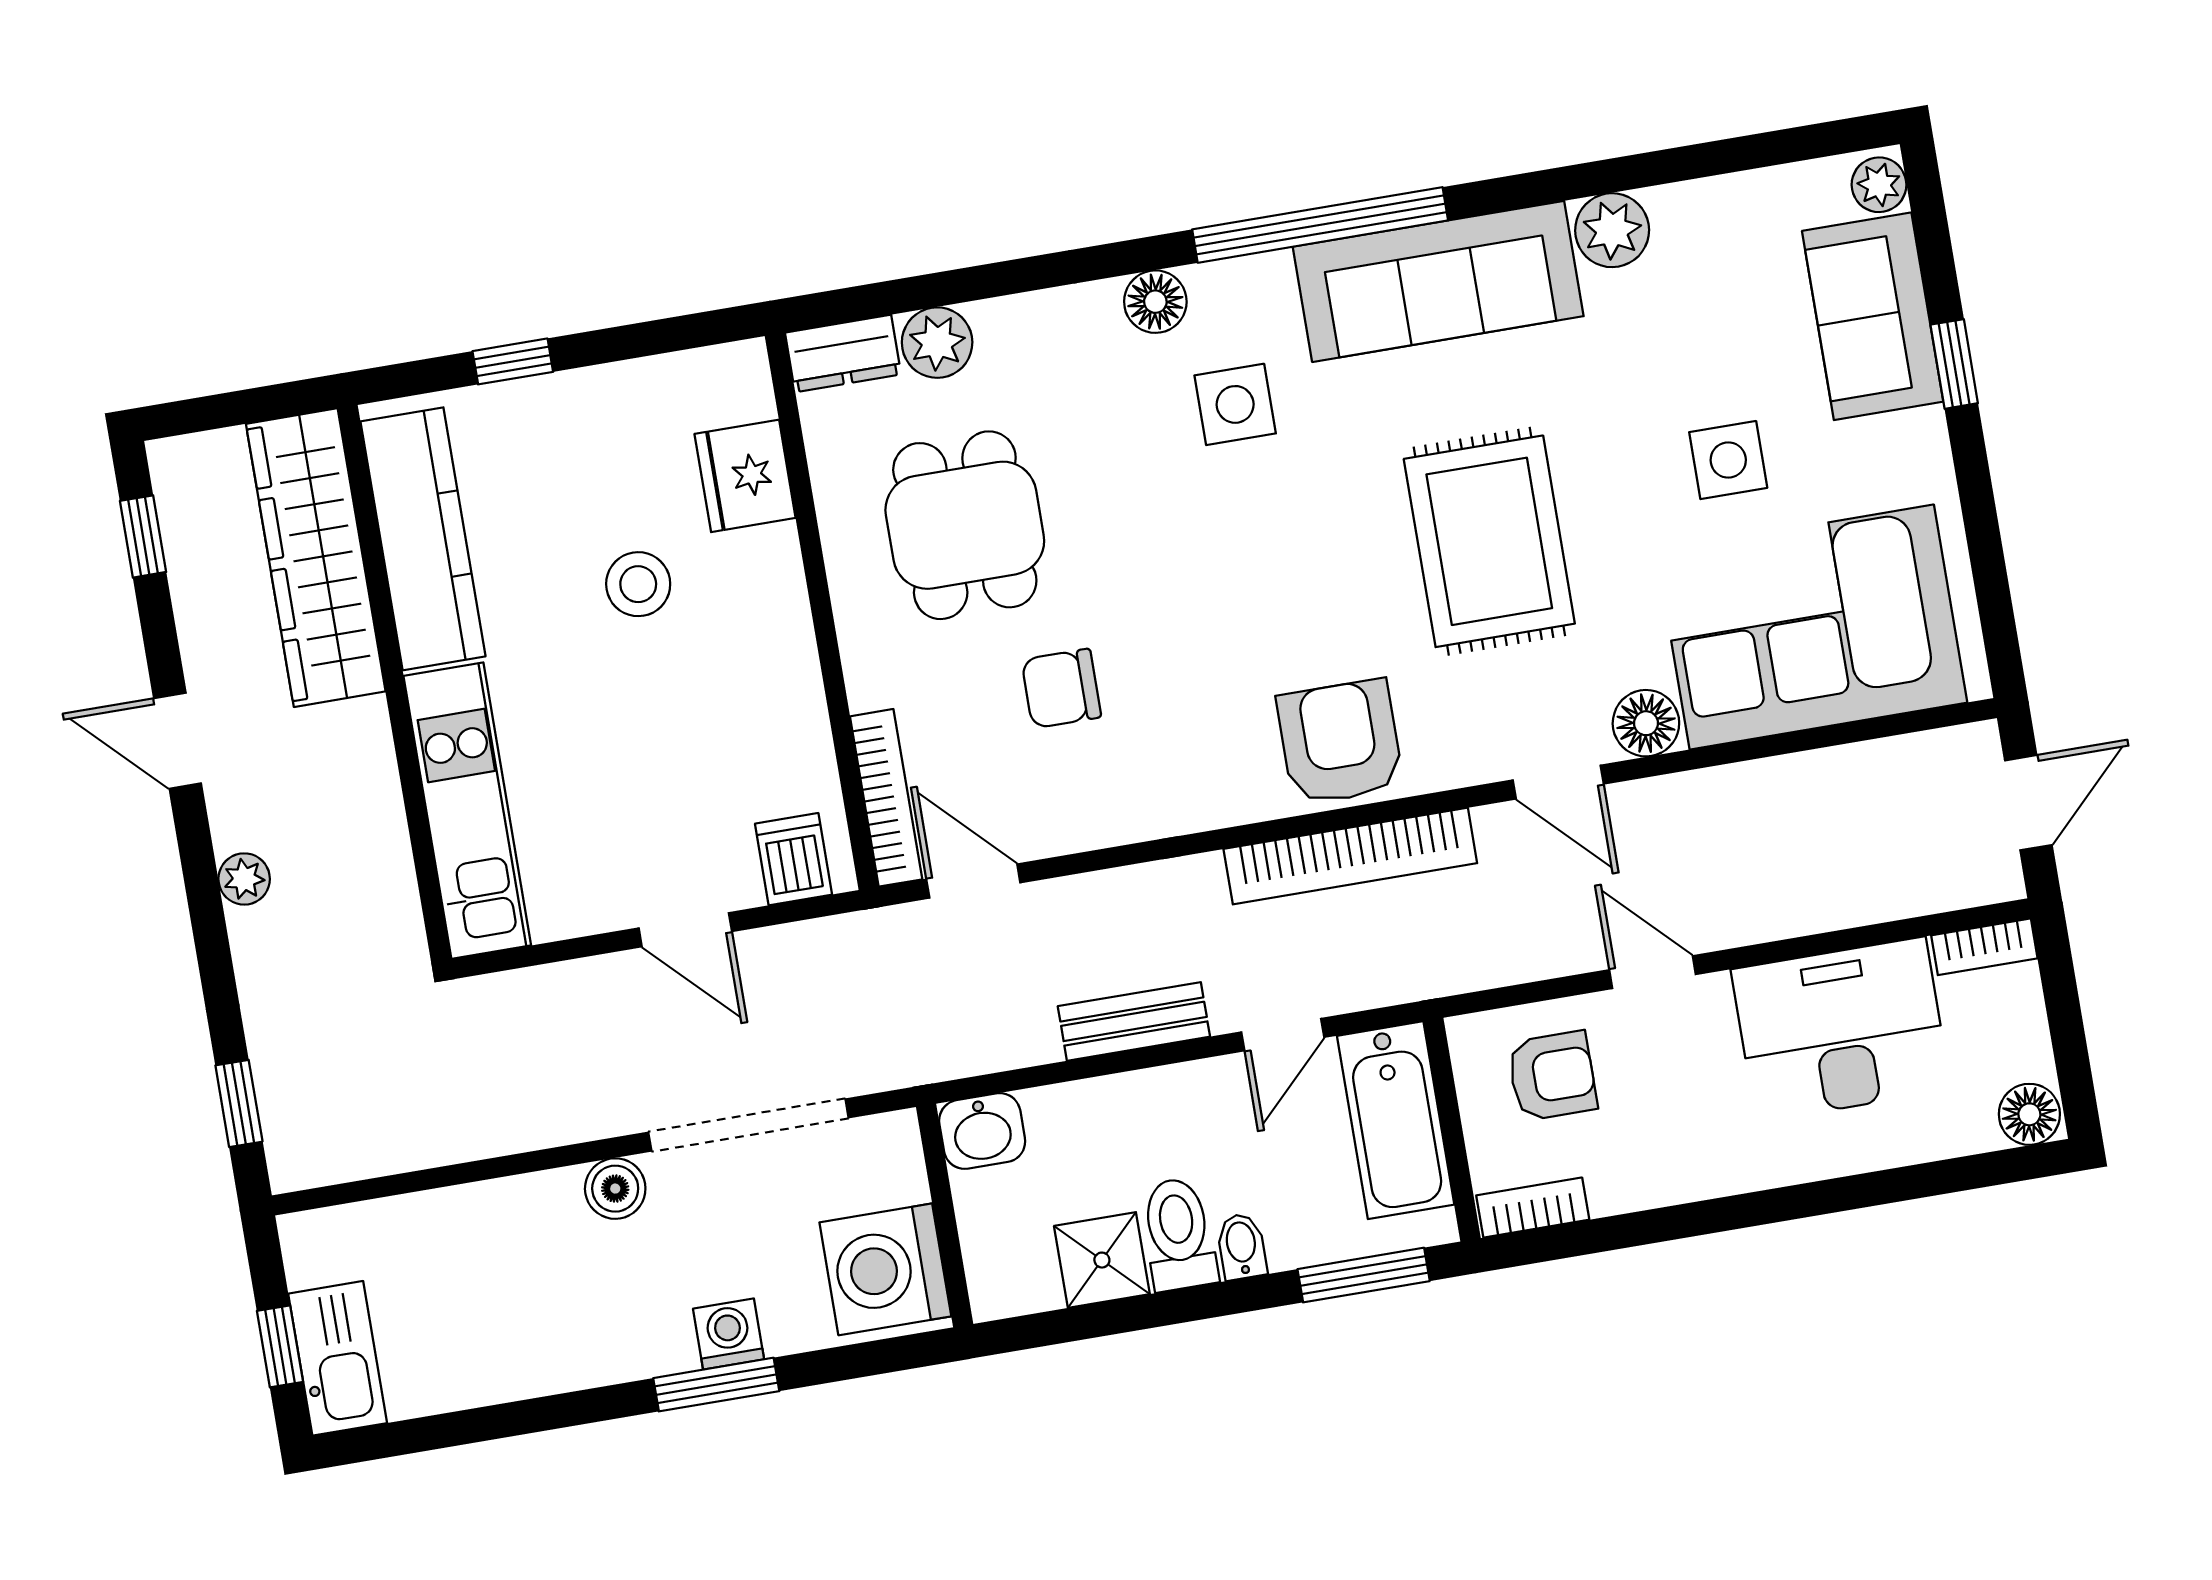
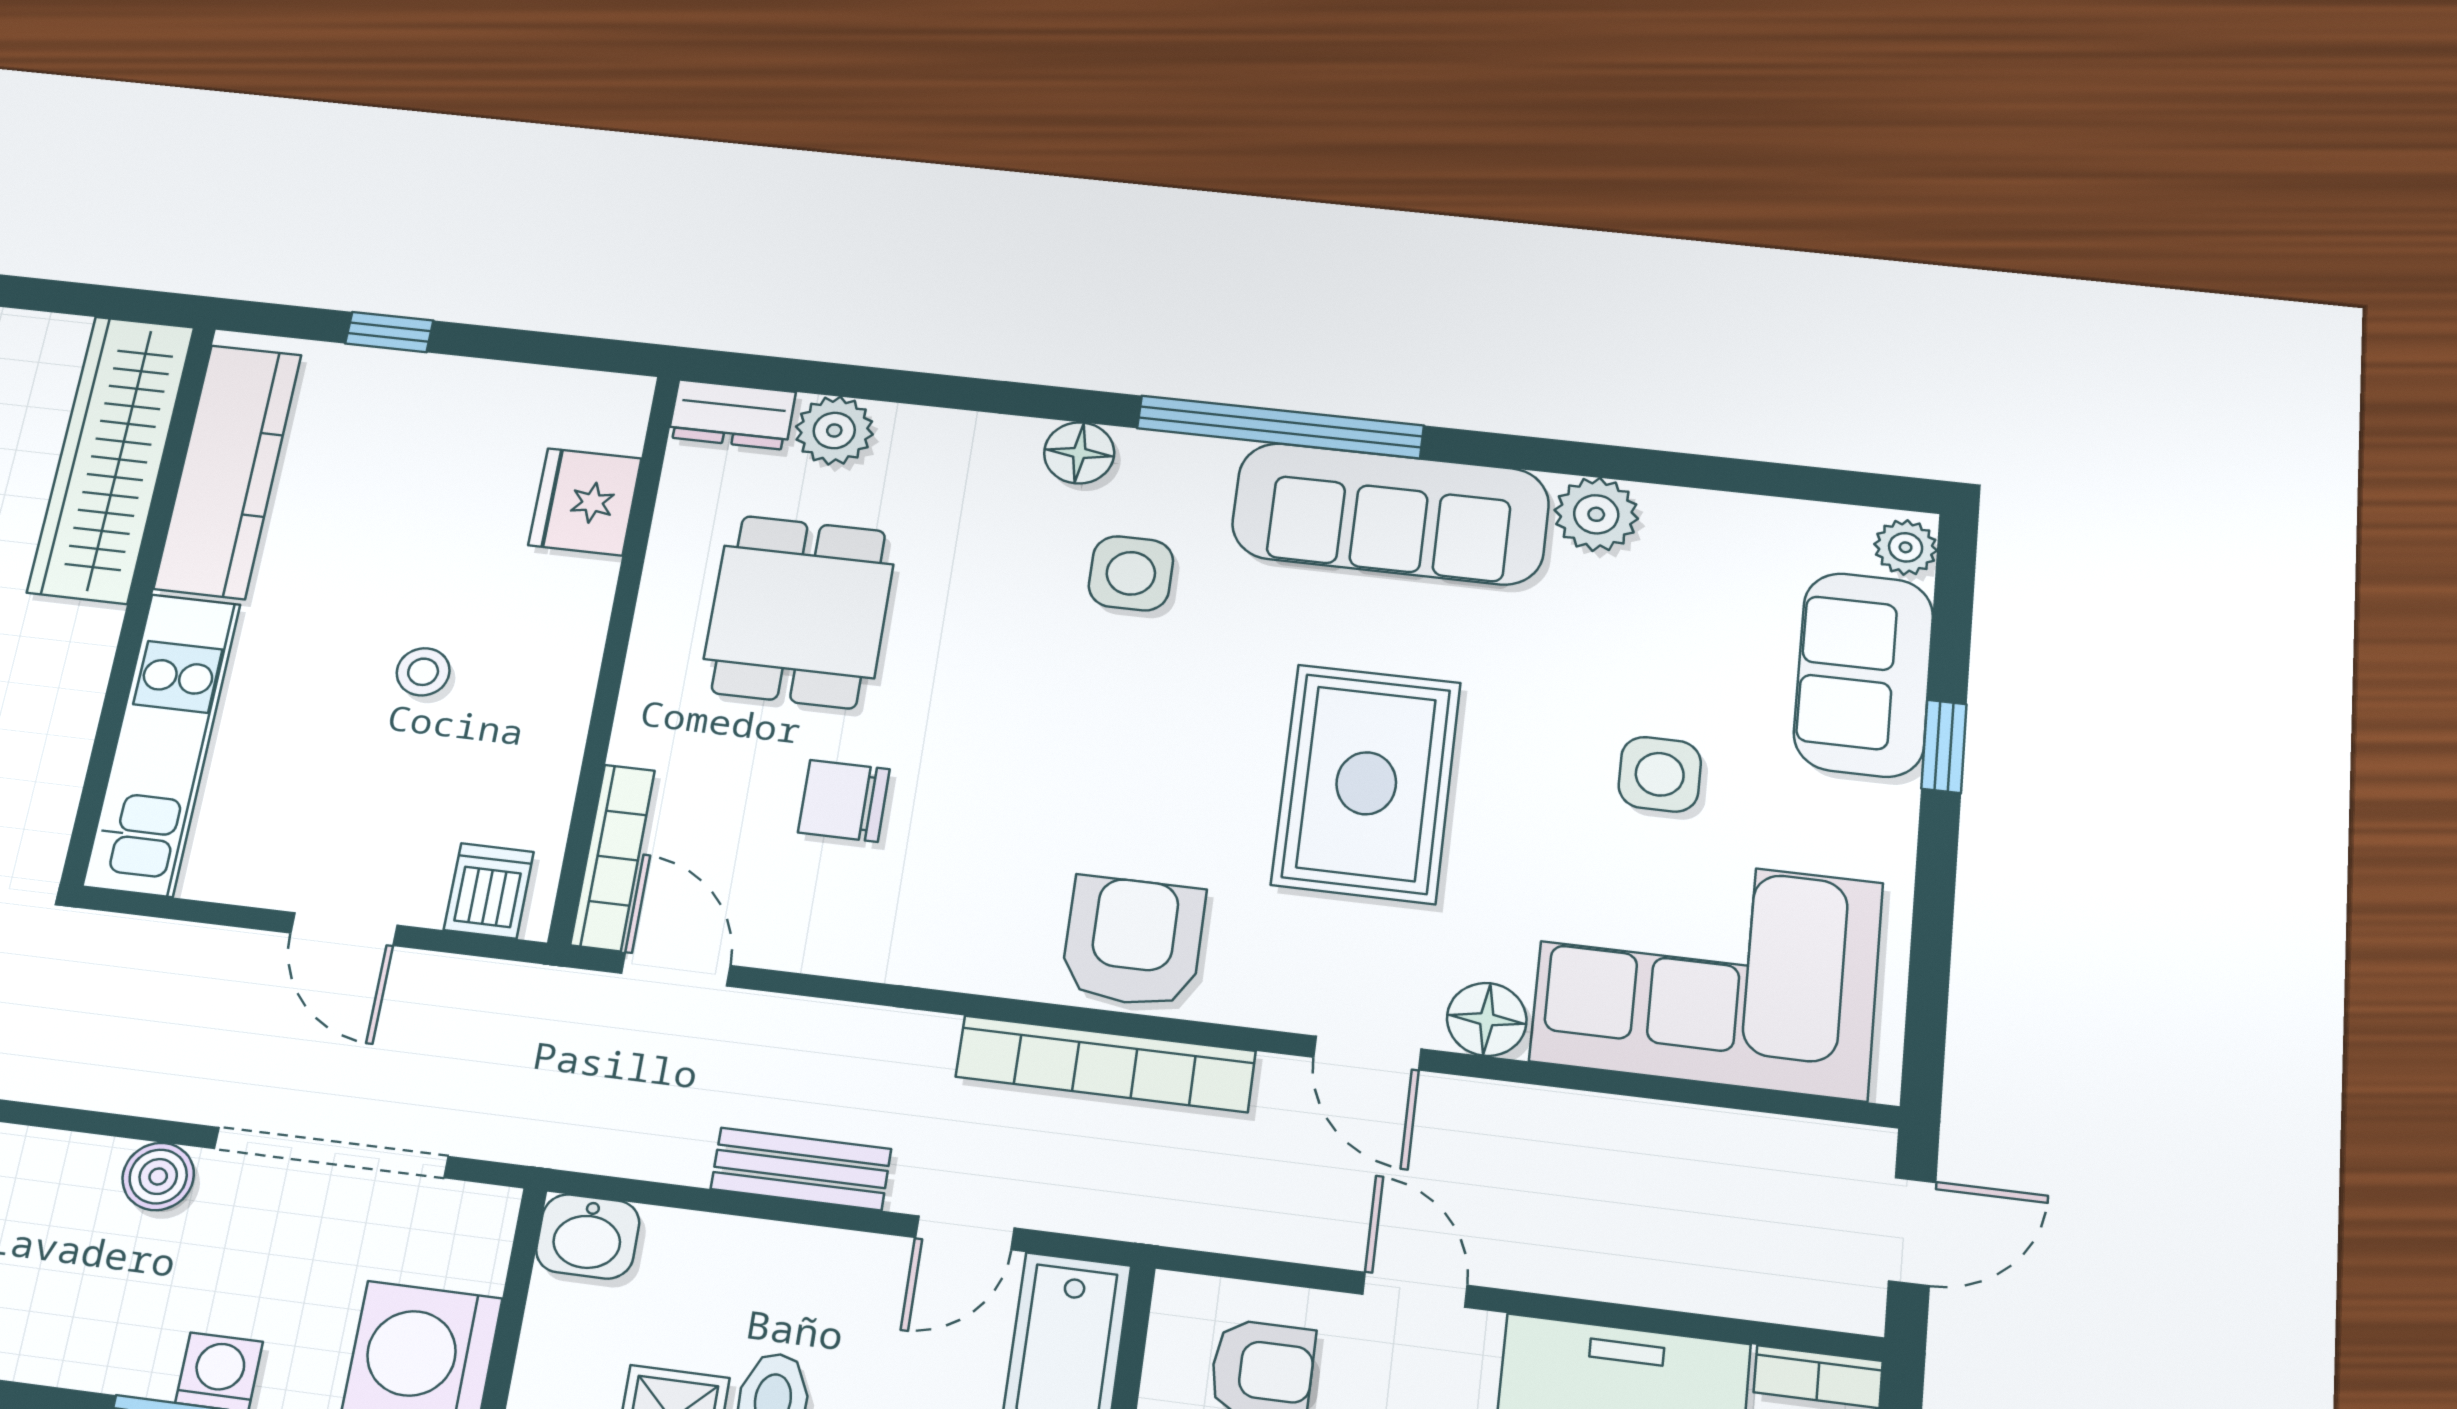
stool: (638, 584) -> (423, 672), moved, width x0.73, depth x0.73

